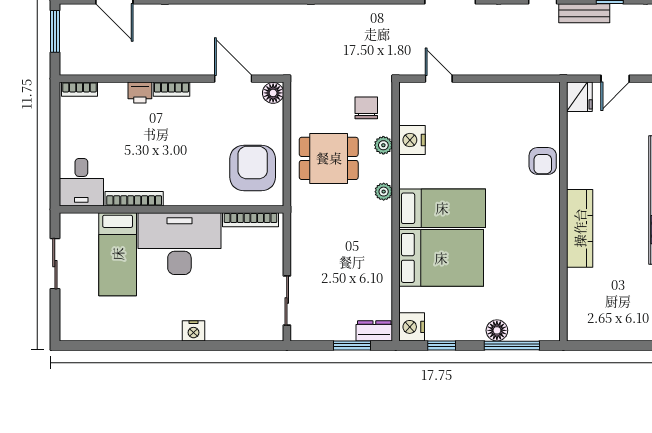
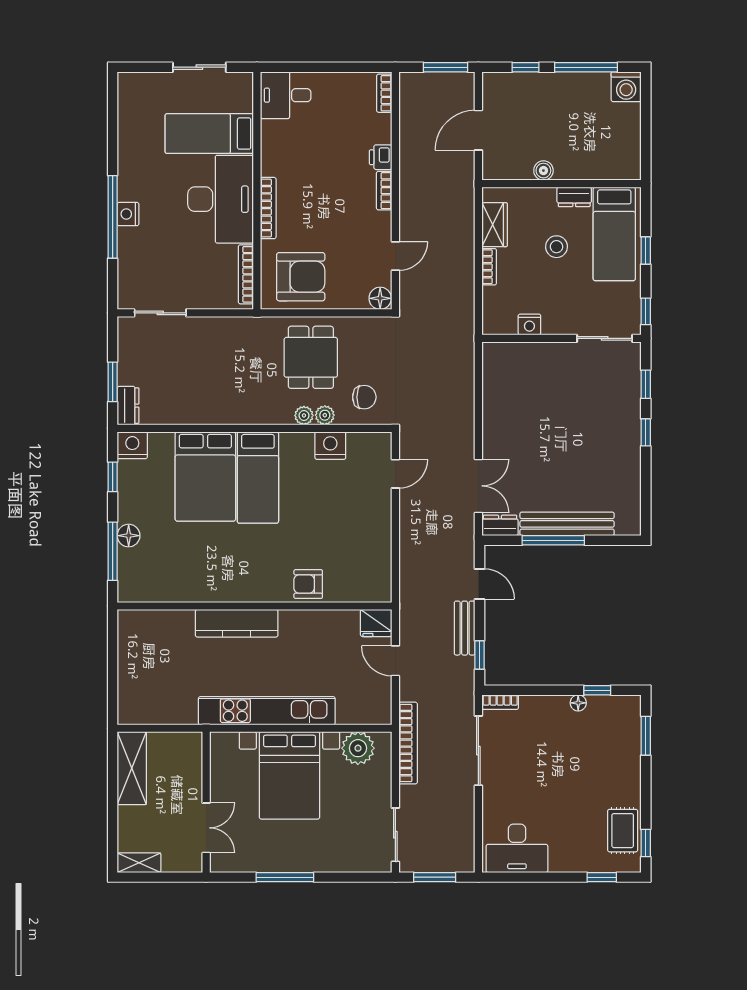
door: (233, 79) -> (395, 256), width x0.73
plant: (384, 192) -> (304, 415), moved
bookcase: (134, 199) -> (268, 208), moved
window: (196, 345) -> (113, 217), added

